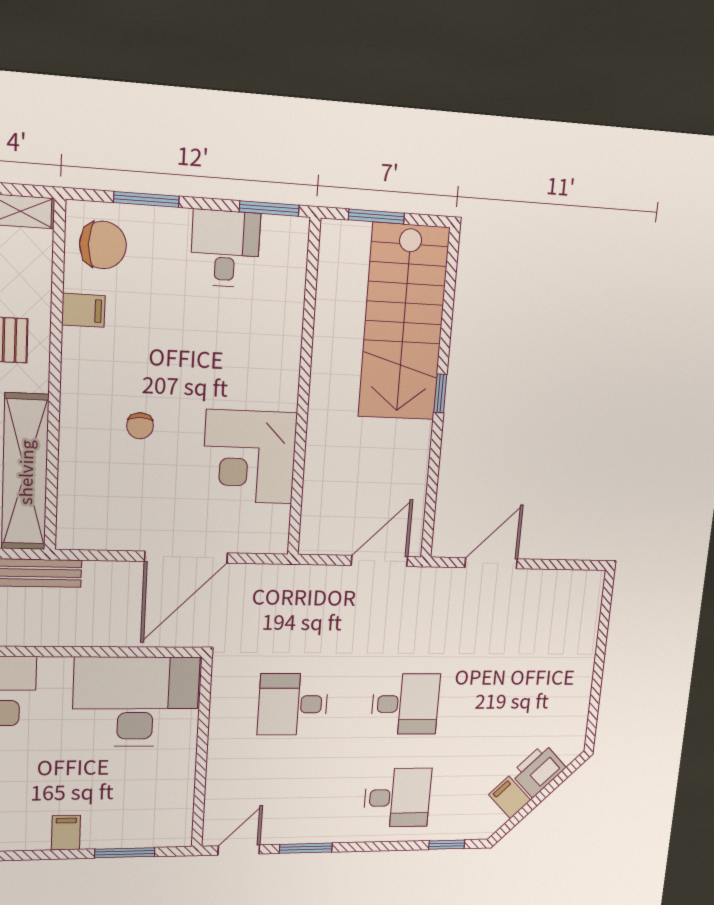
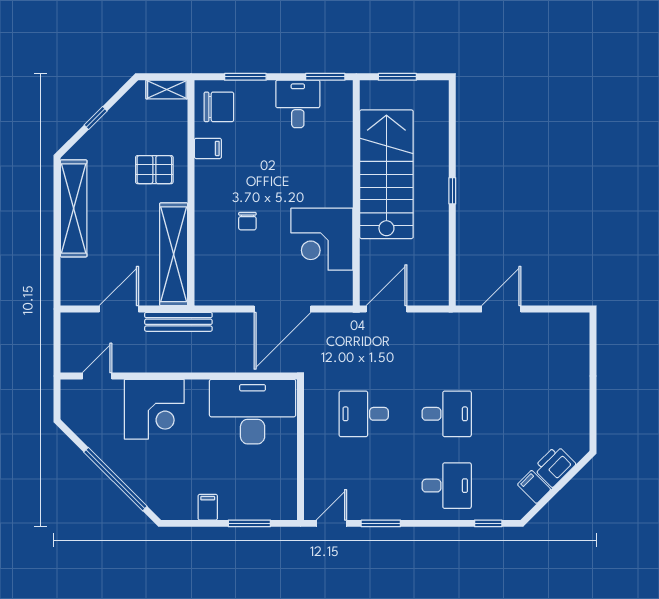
stairs: (404, 323) -> (386, 174), moved, turned 180
door: (380, 561) -> (387, 309), moved

